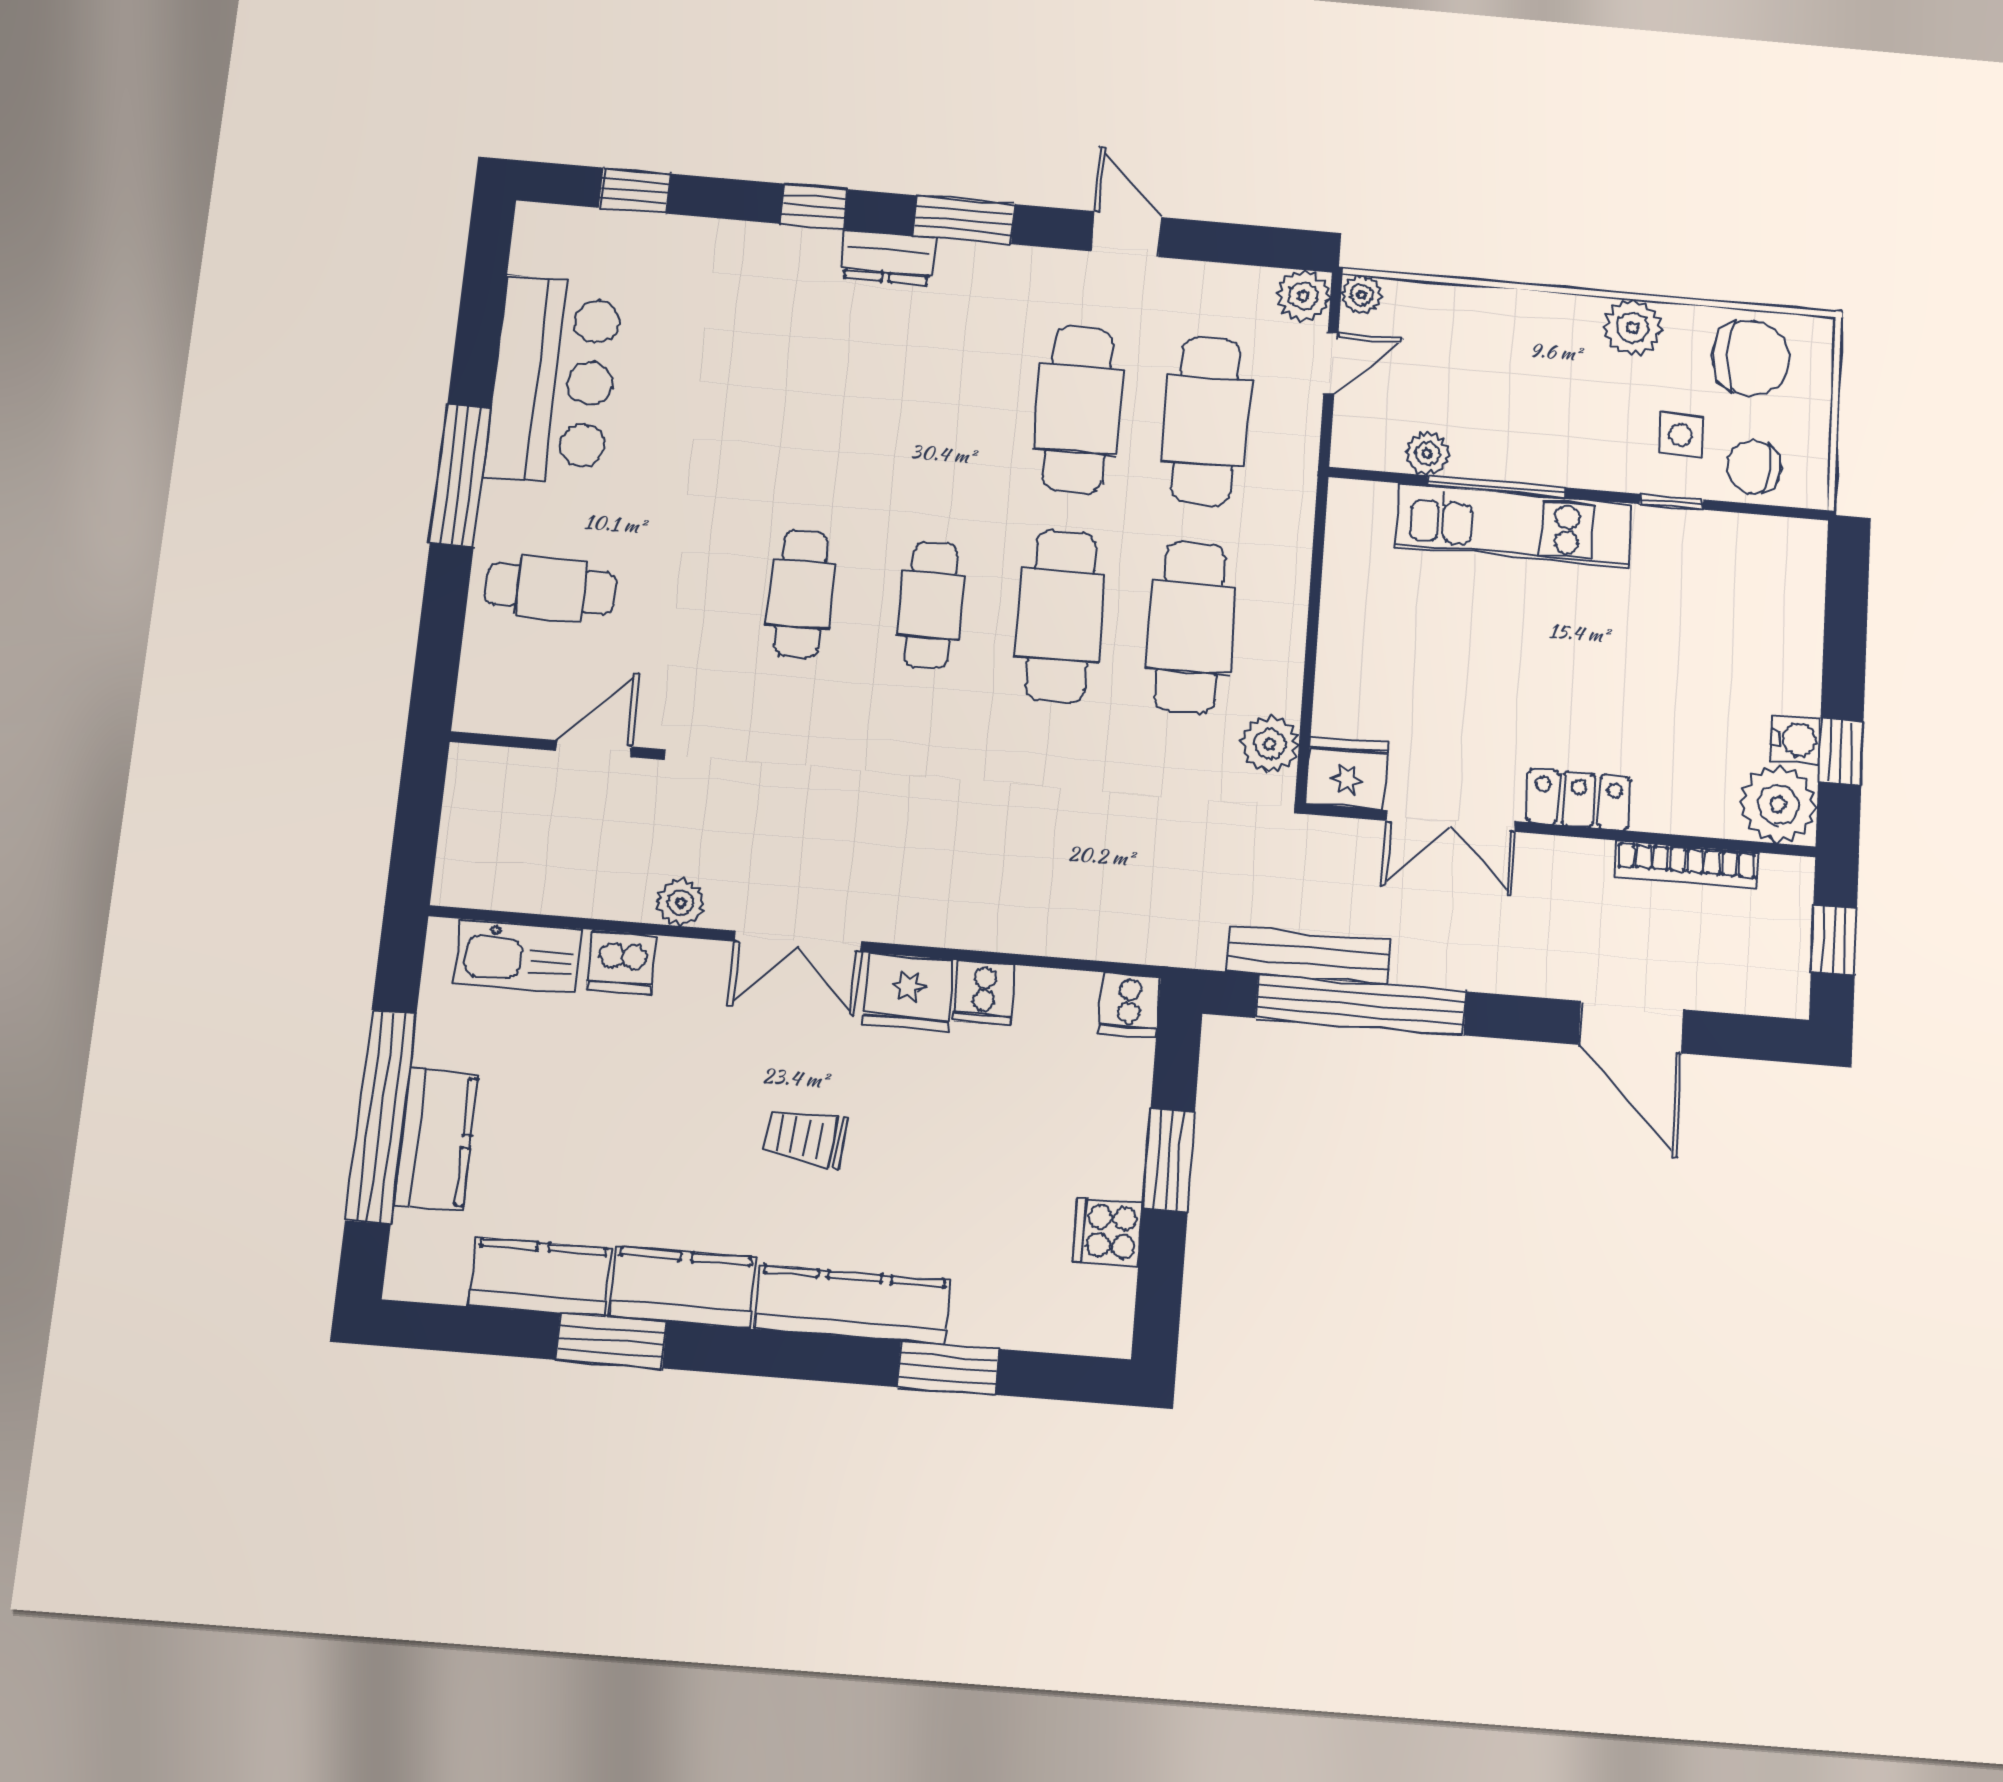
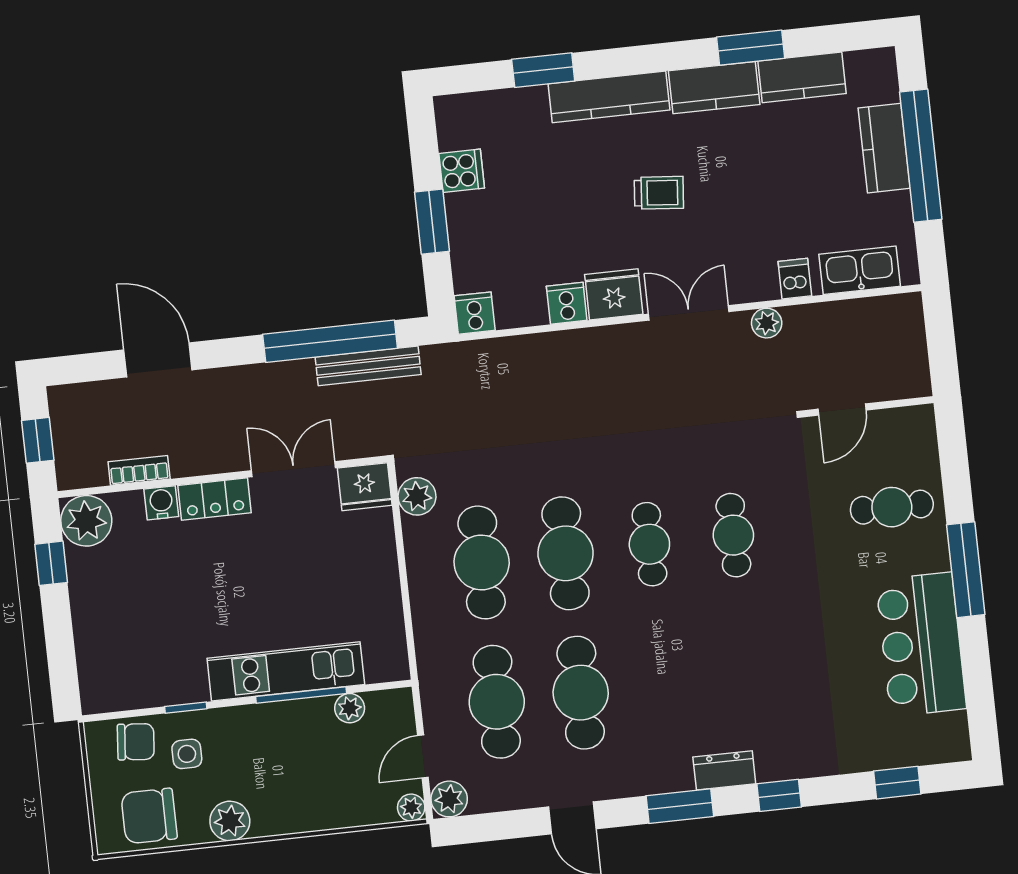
water cooler: (1796, 739) -> (161, 503), moved, turned 90
bookcase: (1686, 865) -> (139, 470), width x0.64
dishwasher: (622, 962) -> (795, 279), width x0.73

